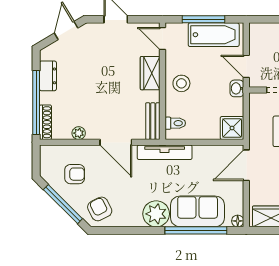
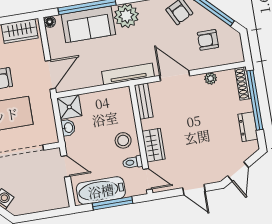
washbasin: (237, 88) -> (68, 128), moved
toilet: (175, 123) -> (133, 162), moved

